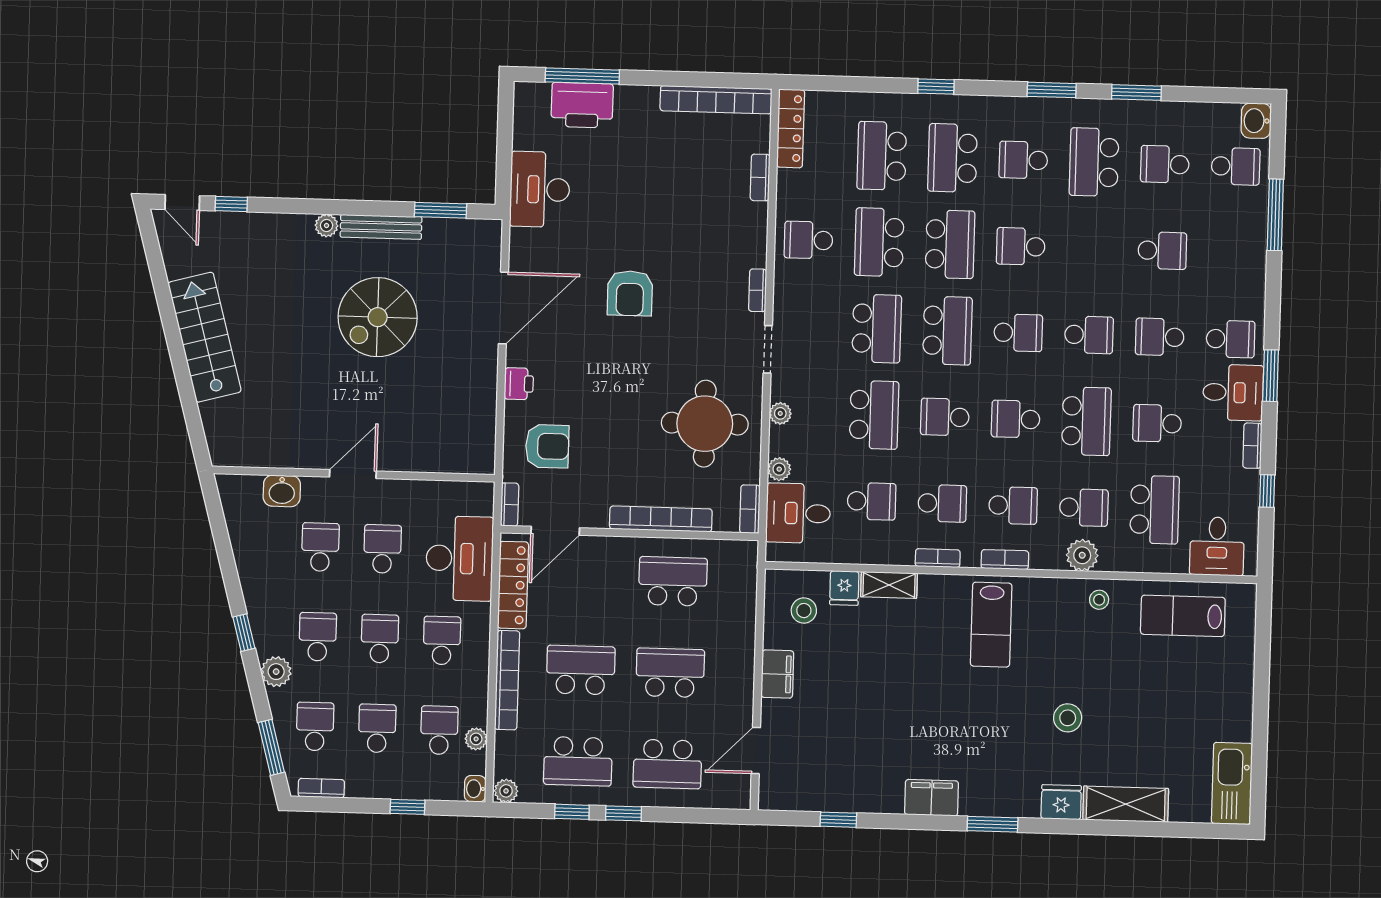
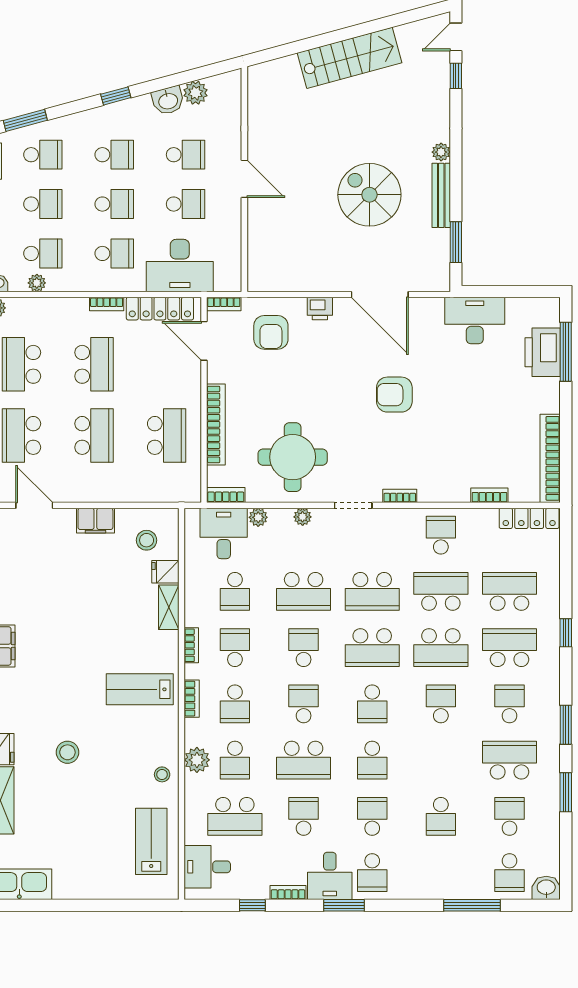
washbasin: (282, 491) -> (168, 101), moved, turned -105
school desk: (942, 503) -> (235, 648), turned 180
plant: (276, 672) -> (195, 93), moved
bookcase: (507, 680) -> (107, 304), width x0.43, depth x0.76

